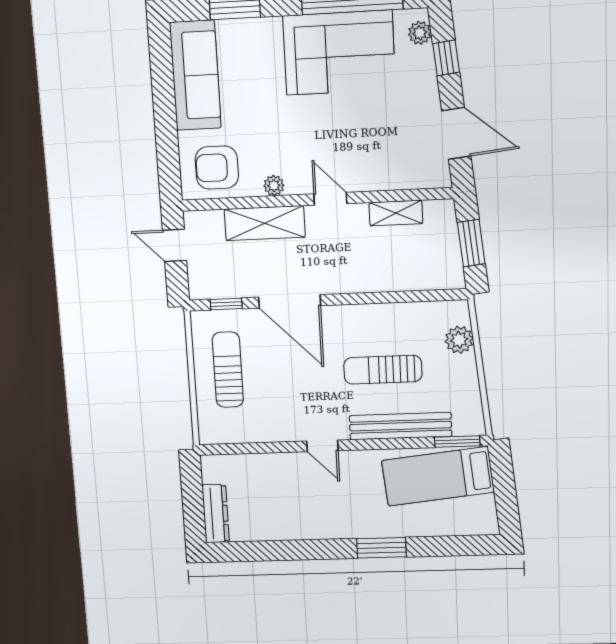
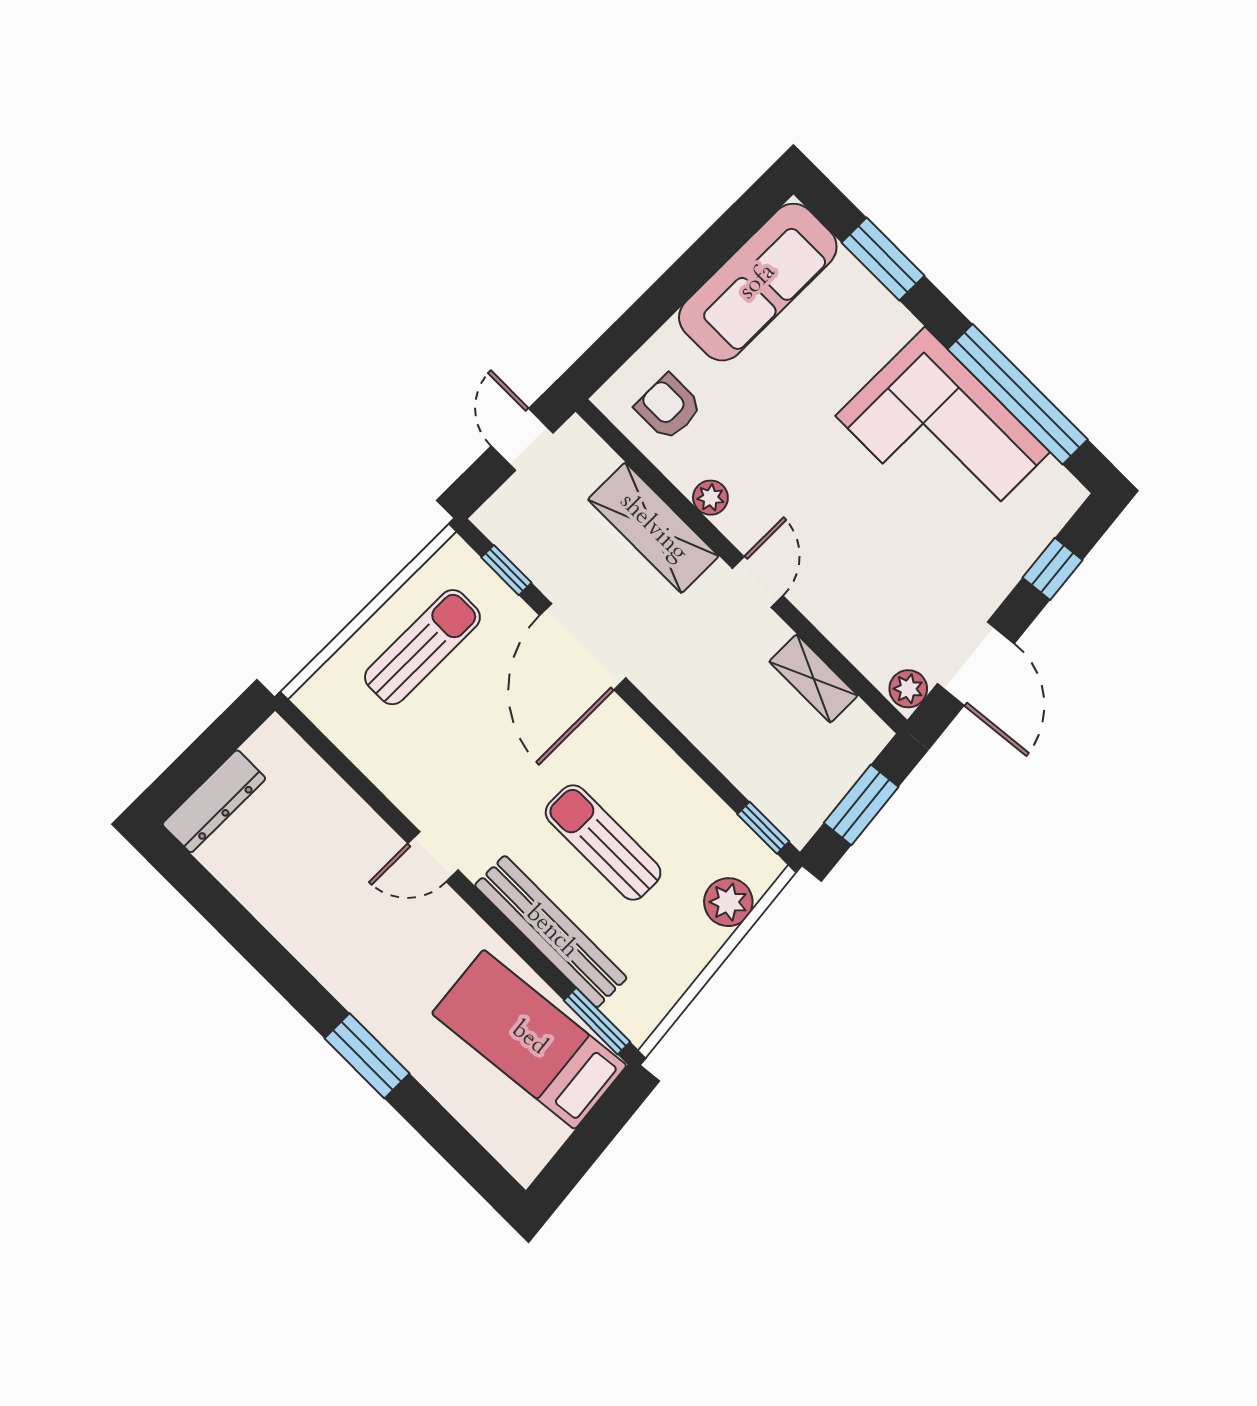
plant: (420, 33) -> (908, 689), moved
armchair: (217, 168) -> (668, 407), width x0.72, depth x0.72
window: (441, 295) -> (763, 828), added
door: (322, 446) -> (433, 857), hinge flipped

